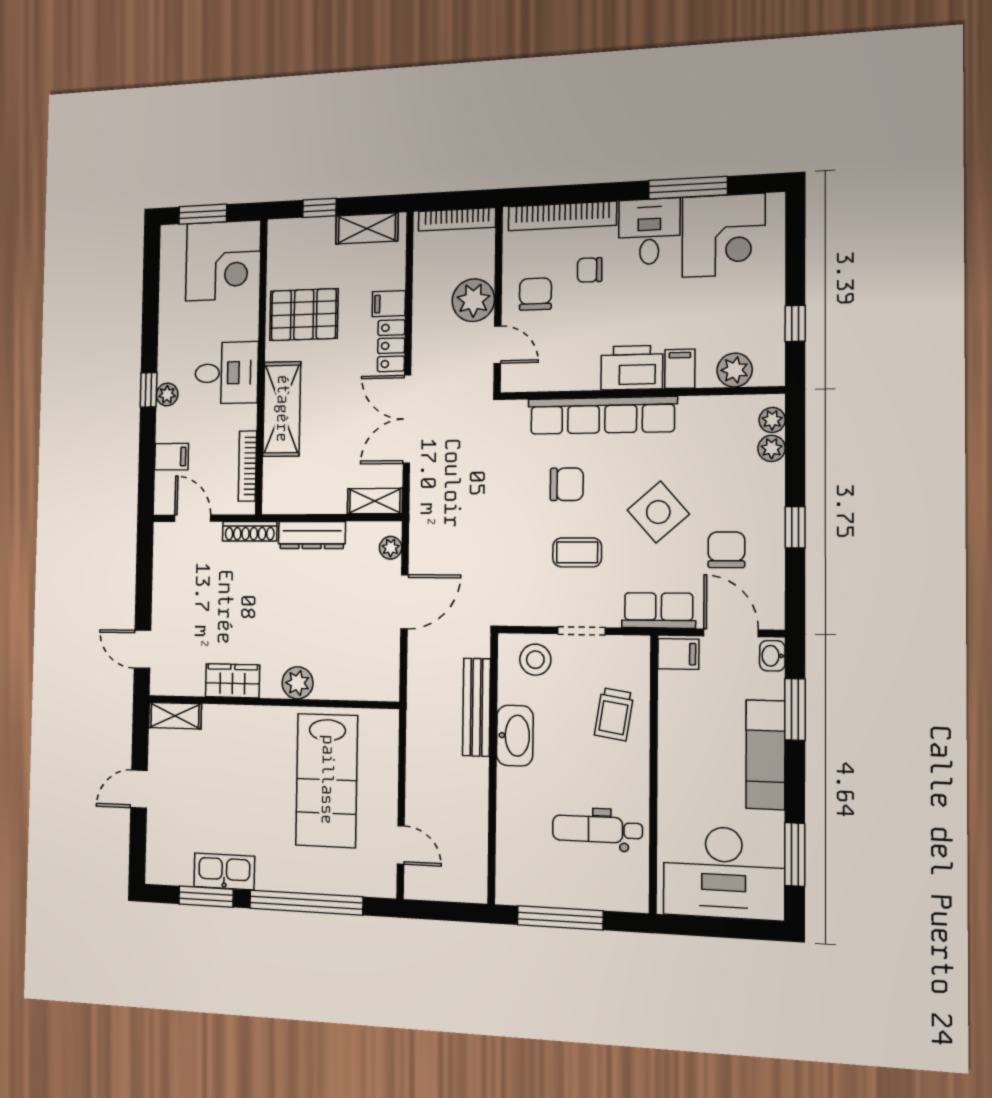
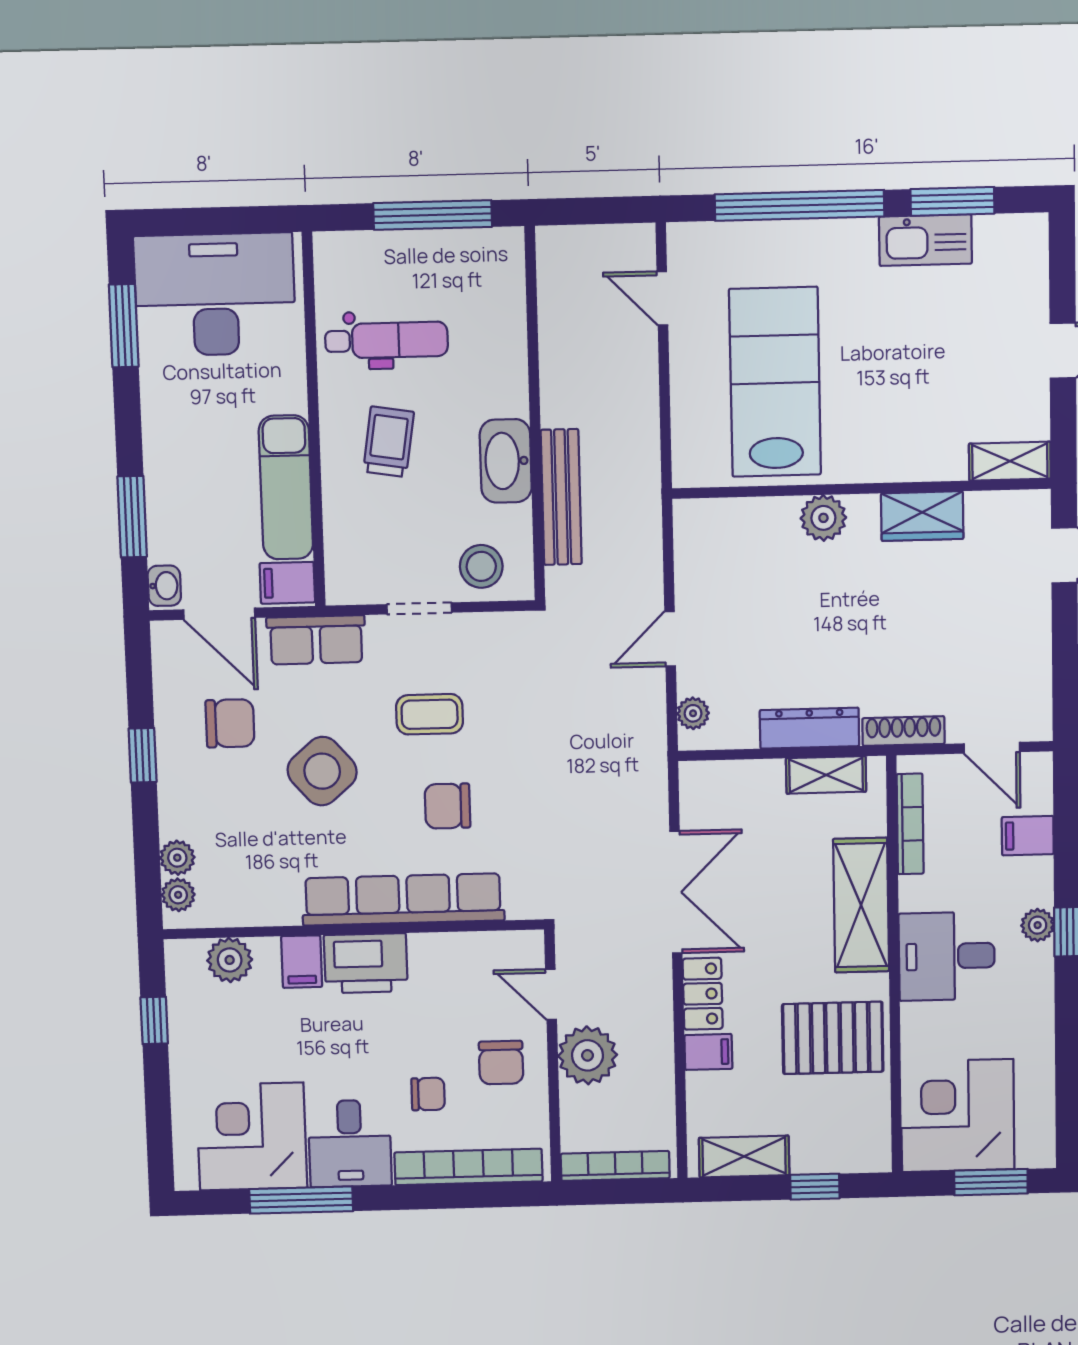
shelving: (375, 501) -> (826, 775), moved
chair: (726, 550) -> (230, 723), turned -90
door: (404, 602) -> (670, 639), width x0.73
trolley: (614, 714) -> (389, 442), moved
exam couch: (765, 755) -> (286, 487), moved, turned 180

